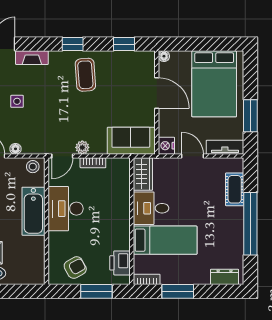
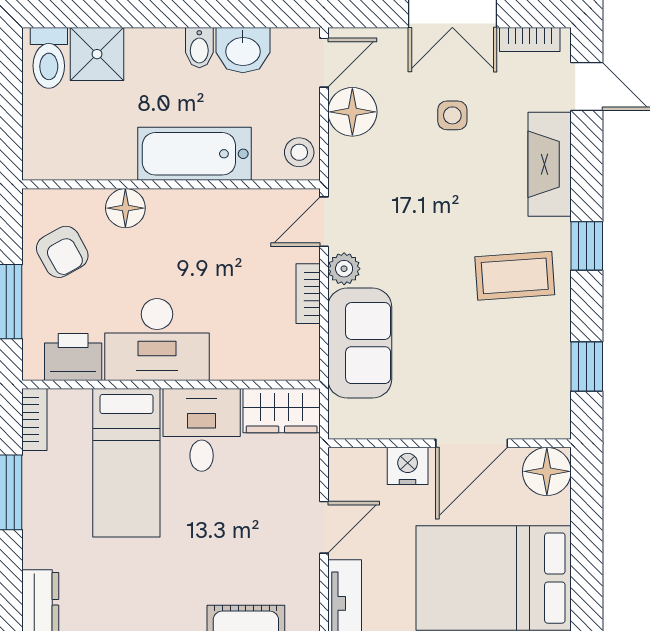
floor lamp: (164, 56) -> (547, 471), width x1.89, depth x1.89
fireplace: (32, 58) -> (550, 164), width x1.37, depth x1.32
sofa: (131, 141) -> (360, 343), moved
nightstand: (166, 146) -> (408, 466), moved
floor lamp: (15, 149) -> (352, 112), width x1.89, depth x1.89
door: (62, 156) -> (324, 222), hinge flipped
desk: (66, 209) -> (157, 340), moved, turned 180
floor lamp: (57, 241) -> (125, 208), added

